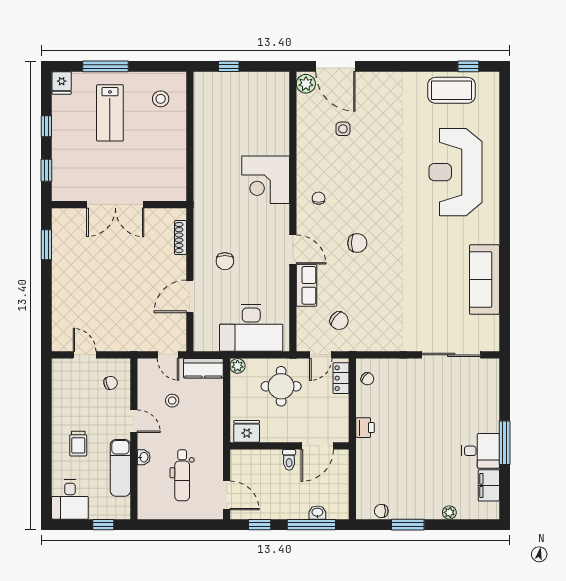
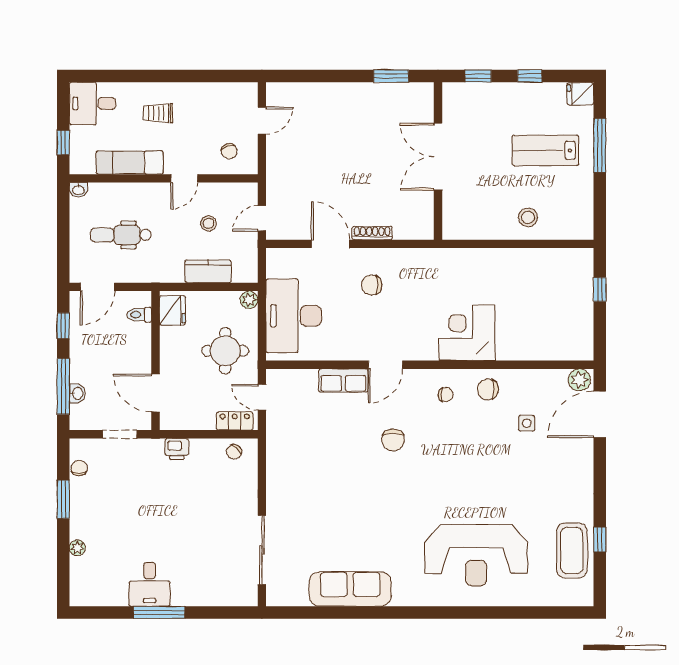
window: (468, 66) -> (600, 540), moved
stool: (161, 99) -> (528, 217), moved
reception desk: (455, 172) -> (476, 555), turned 180
shoe rack: (181, 238) -> (372, 233), moved
chair: (339, 321) -> (488, 389), moved, turned 52
kitchen counter: (203, 368) -> (208, 271), moved, turned 90
washbasin: (144, 457) -> (78, 190), moved
toilet: (289, 460) -> (139, 315), moved
doorway: (352, 476) -> (120, 434), added
filing cabinet: (489, 485) -> (109, 594), removed

